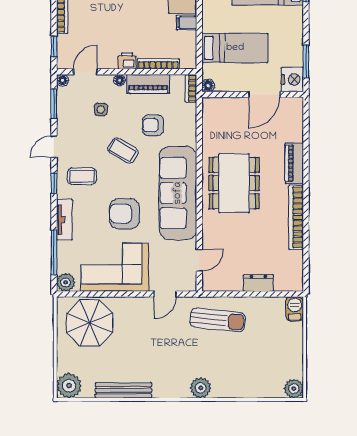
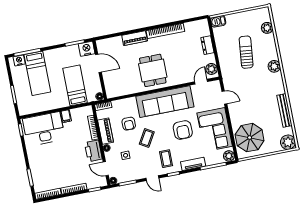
printer: (127, 61) -> (93, 151), width x1.87, depth x1.48
dining table: (234, 183) -> (153, 70), width x0.73
door: (199, 260) -> (201, 82), hinge flipped
plant: (217, 282) -> (211, 69), added
sun lounger: (218, 320) -> (246, 52), moved
plant: (294, 389) -> (267, 28), moved

